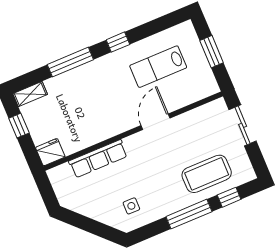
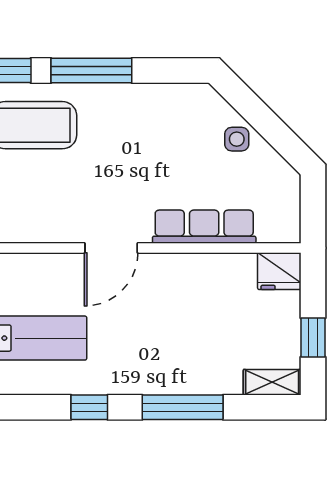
door: (155, 122) -> (111, 248), moved
side table: (131, 206) -> (237, 139), moved

